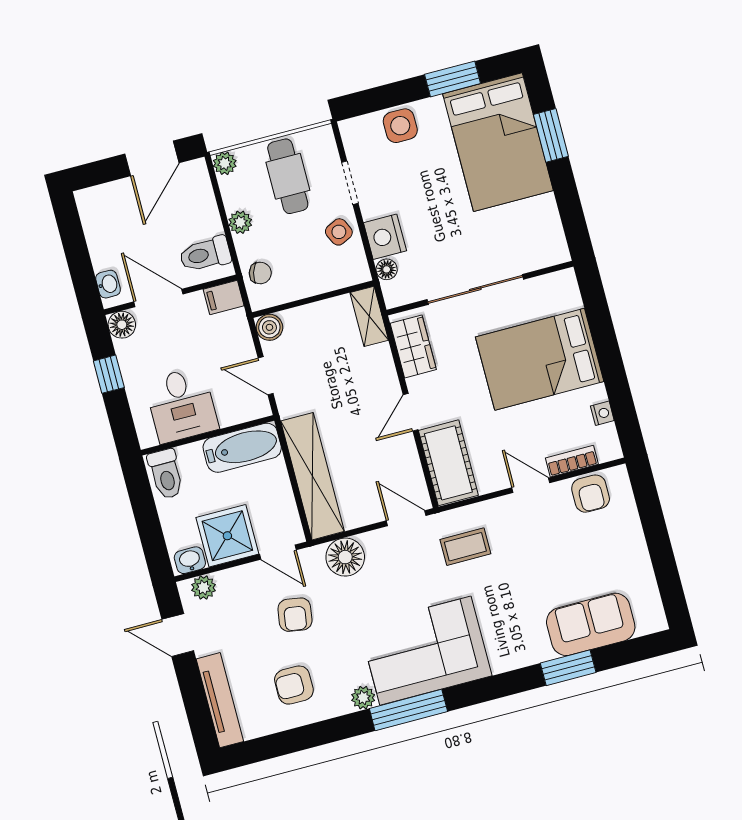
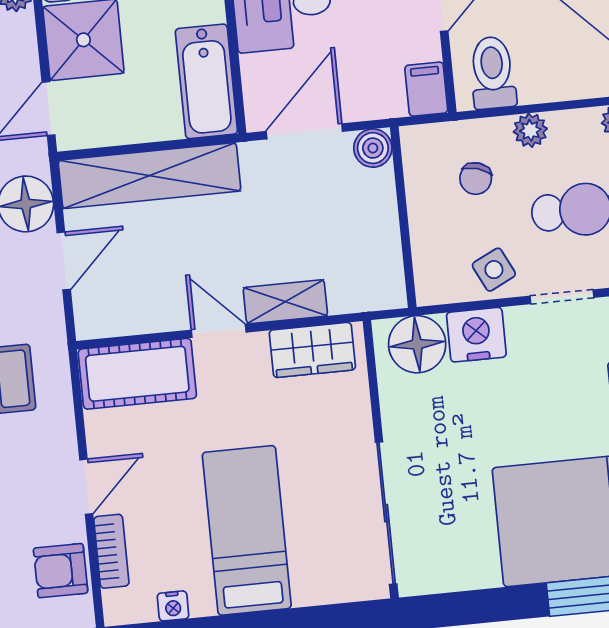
floor lamp: (387, 269) -> (417, 344), width x1.89, depth x1.89
chair: (260, 273) -> (476, 179), moved
sliding door: (475, 289) -> (386, 513), moved
shelving: (369, 316) -> (285, 302), moved
bed: (540, 359) -> (247, 530), width x0.67
door: (266, 376) -> (304, 131), width x1.38
door: (406, 518) -> (64, 261), moved

